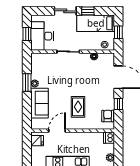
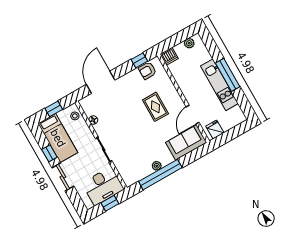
window: (27, 82) -> (160, 175), width x2.11
sofa: (39, 103) -> (186, 142), moved
window: (118, 104) -> (139, 60), moved
rug: (78, 107) -> (155, 107), turned 90
door: (57, 131) -> (193, 115), hinge flipped

